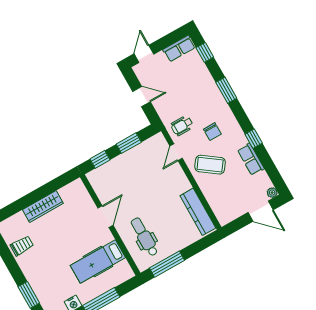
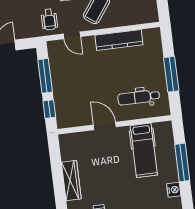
window: (129, 143) -> (45, 76), width x1.44
kitchen counter: (198, 212) -> (119, 40), moved
window: (167, 264) -> (171, 74), moved

